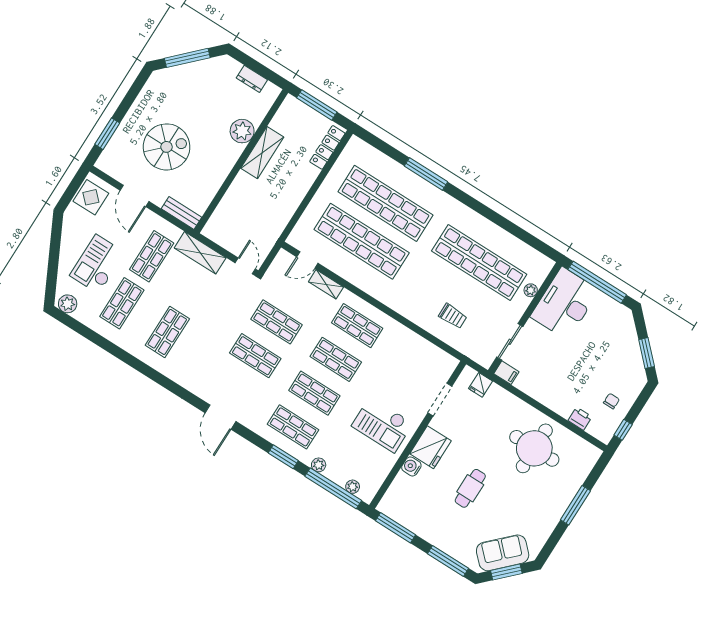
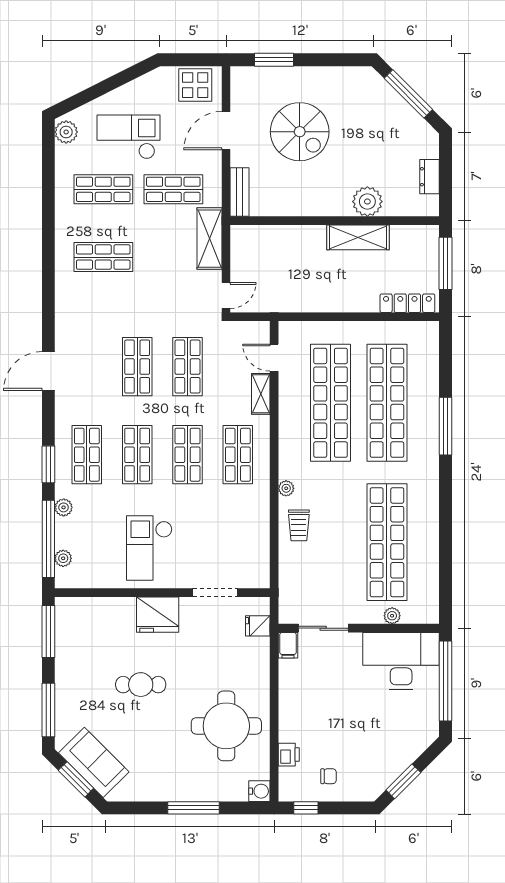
plant: (400, 307) -> (286, 488), added
trolley: (453, 316) -> (299, 525), moved
water cooler: (411, 466) -> (259, 791), moved, turned 90

